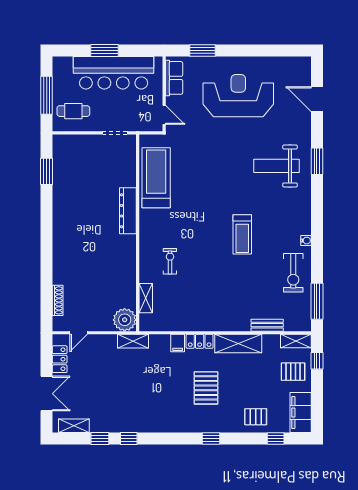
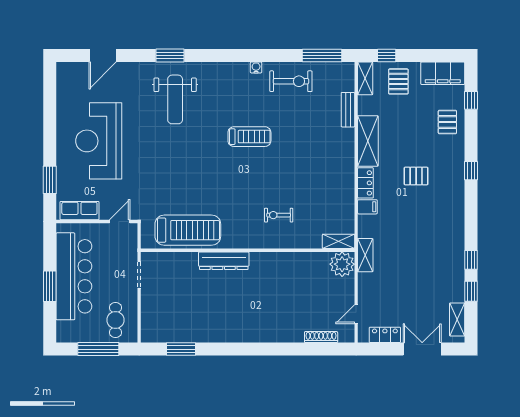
treadmill: (156, 178) -> (188, 230), turned 180
shelving: (146, 298) -> (339, 241), moved
door: (79, 333) -> (356, 314), swing flipped
pallet: (206, 388) -> (416, 176), width x0.67, depth x0.71

